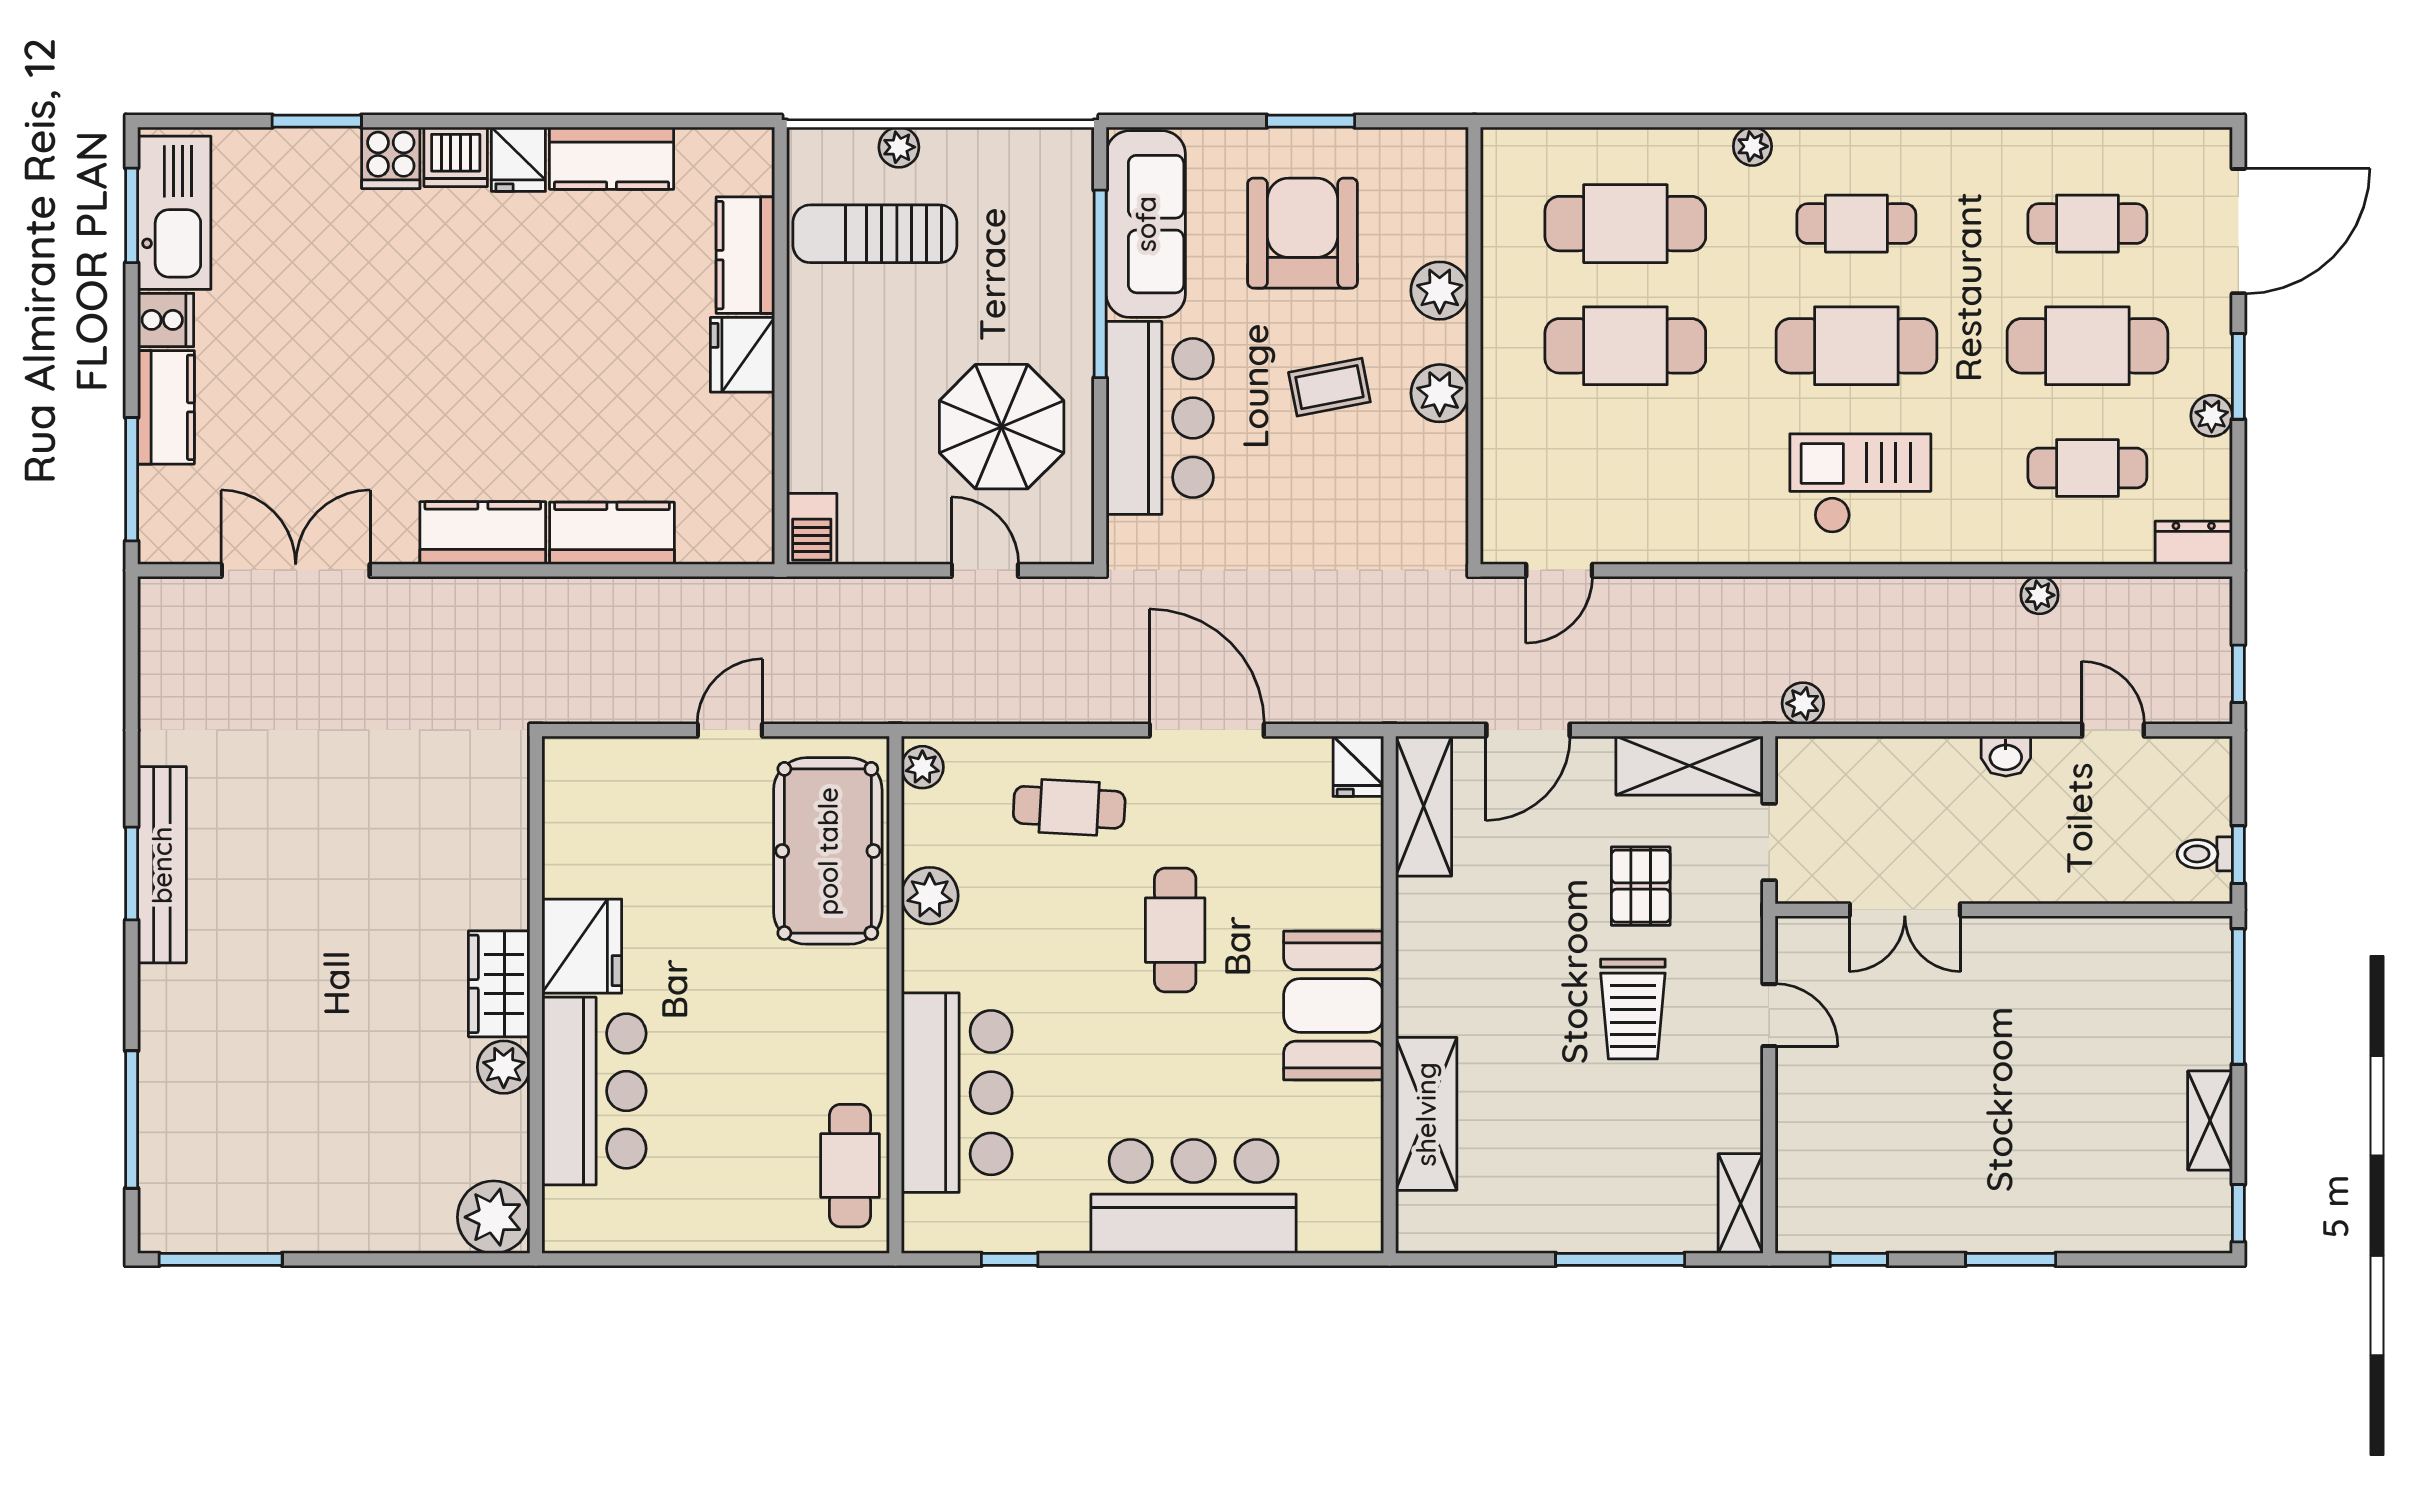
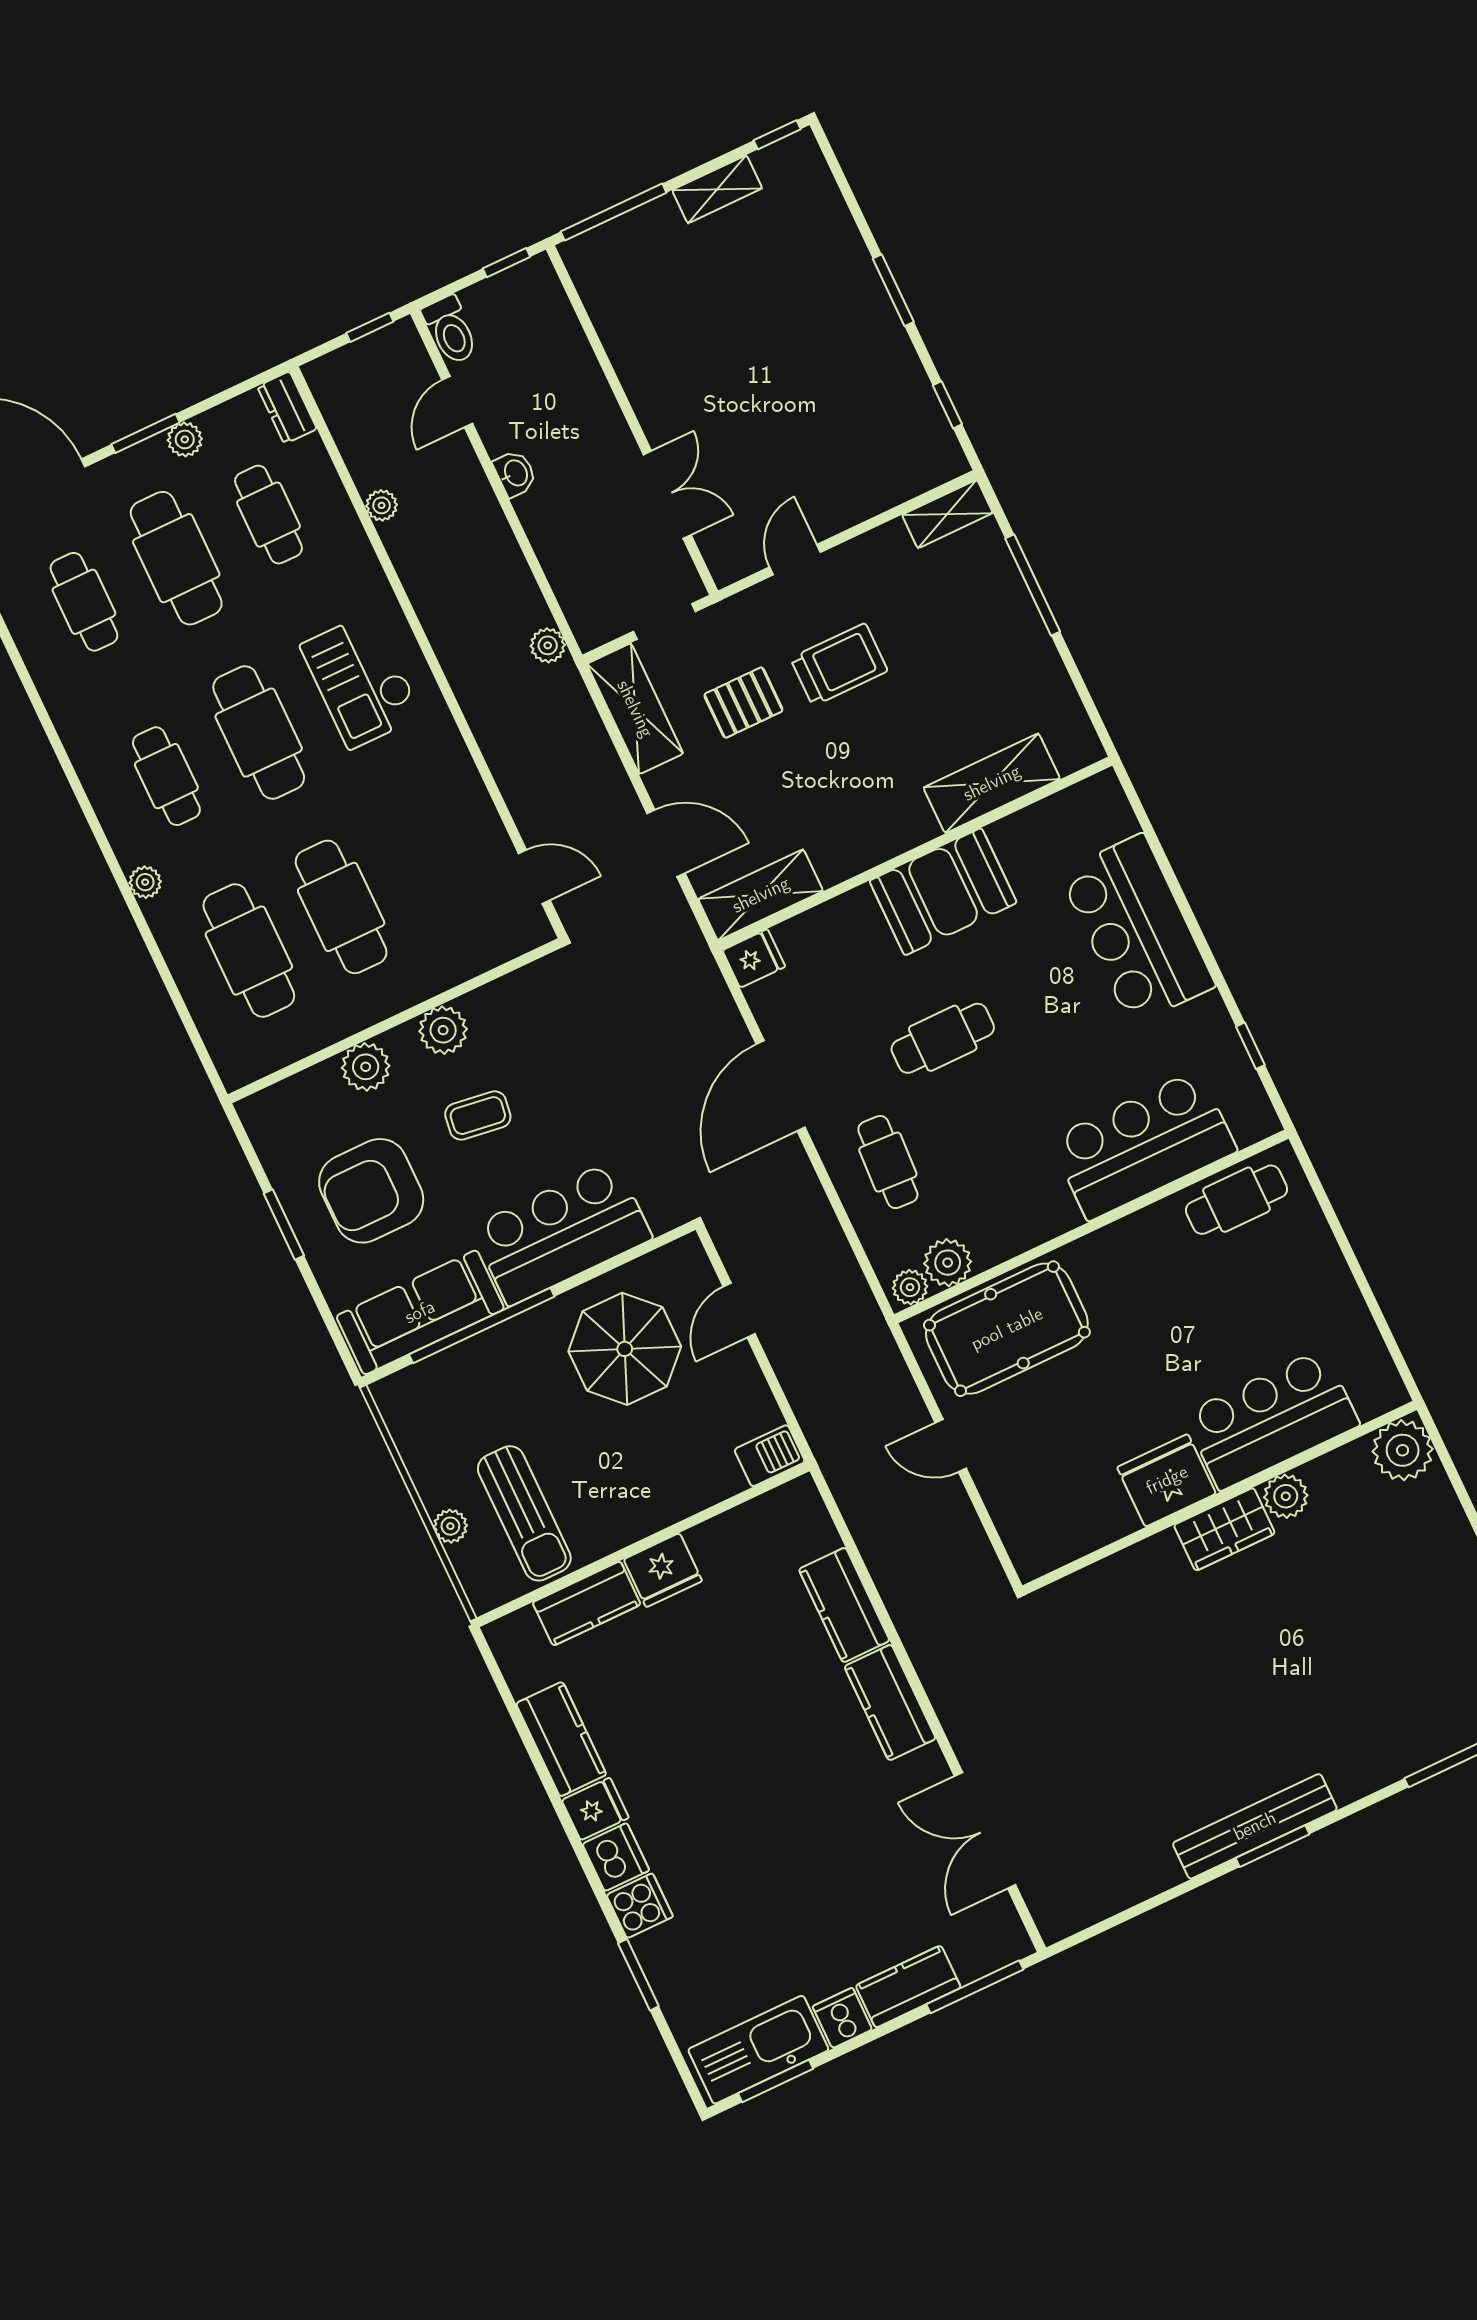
coffee table: (1329, 387) -> (478, 1116), turned -71
toilet: (2205, 854) -> (450, 330), moved, width x1.37, depth x1.39
plant: (930, 896) -> (948, 1263), moved

